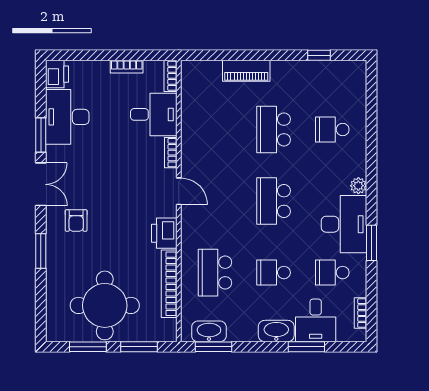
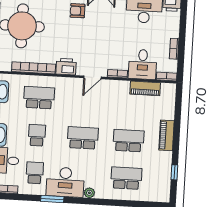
piano: (246, 71) -> (167, 135), moved
piano: (191, 108) -> (145, 88), added
school desk: (332, 129) -> (126, 178), width x1.85

